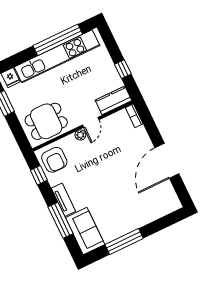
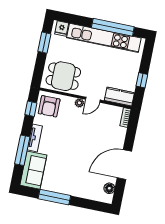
floor lamp: (170, 194) -> (109, 188), added

